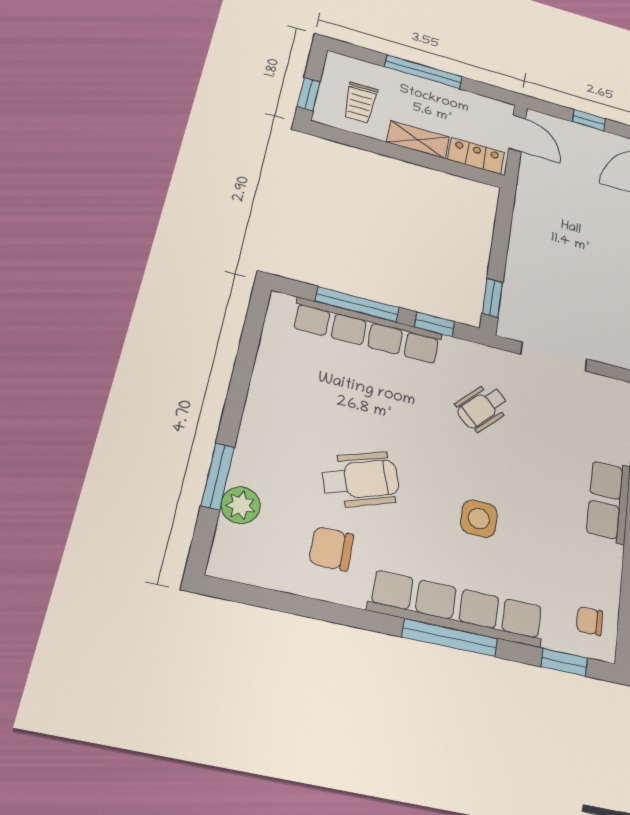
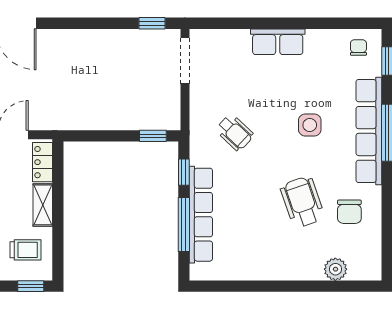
doorway: (554, 357) -> (185, 61), moved
window: (218, 476) -> (321, 286), removed
chair: (590, 621) -> (358, 48), turned 180

